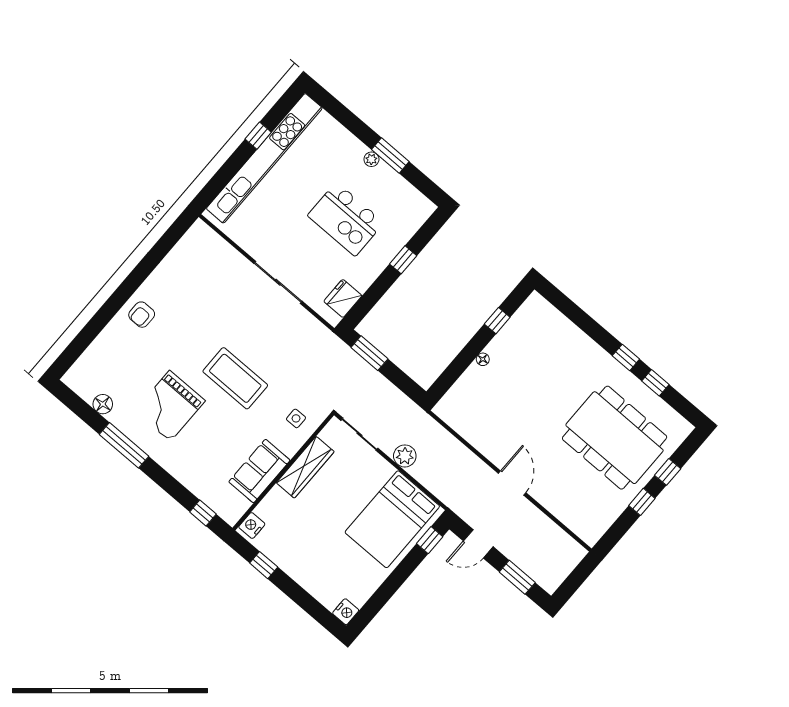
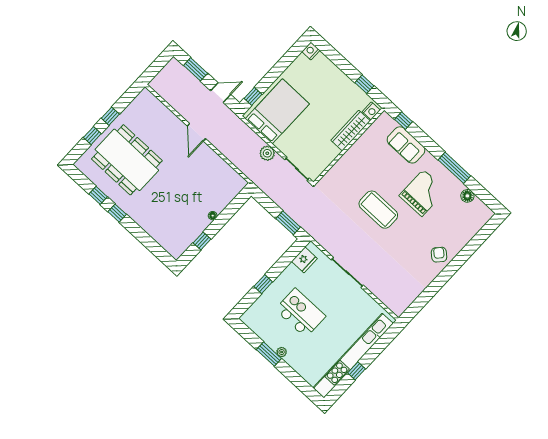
armchair: (142, 315) -> (439, 255), turned -48
side table: (296, 418) -> (339, 181), removed
wardrobe: (305, 467) -> (351, 131), moved
sofa: (259, 471) -> (406, 145), moved, turned 90

